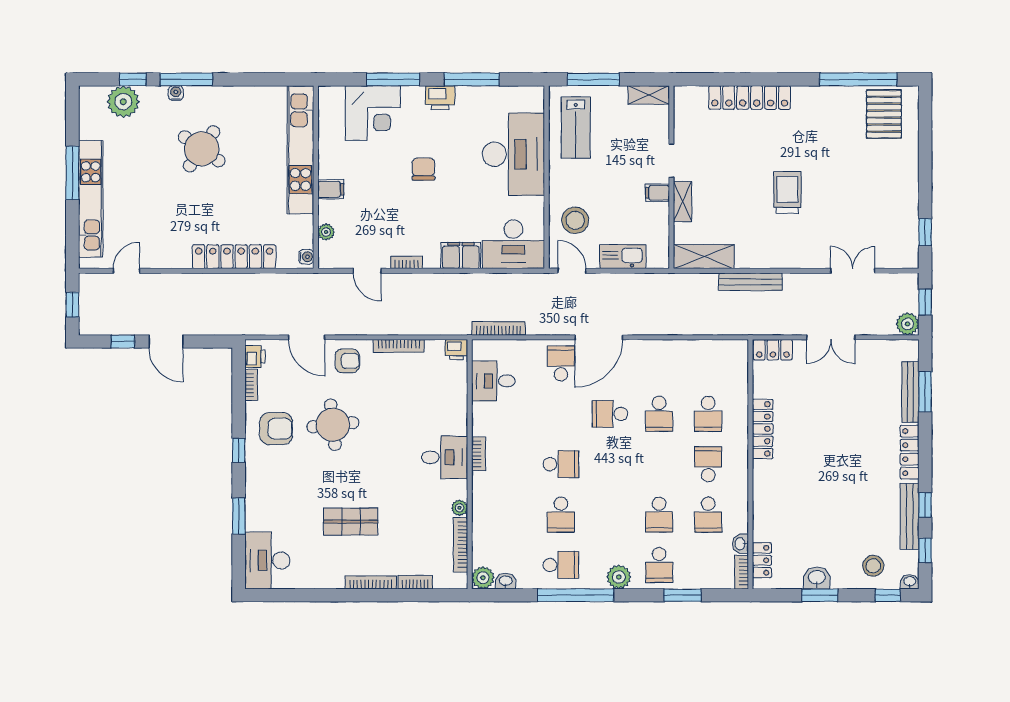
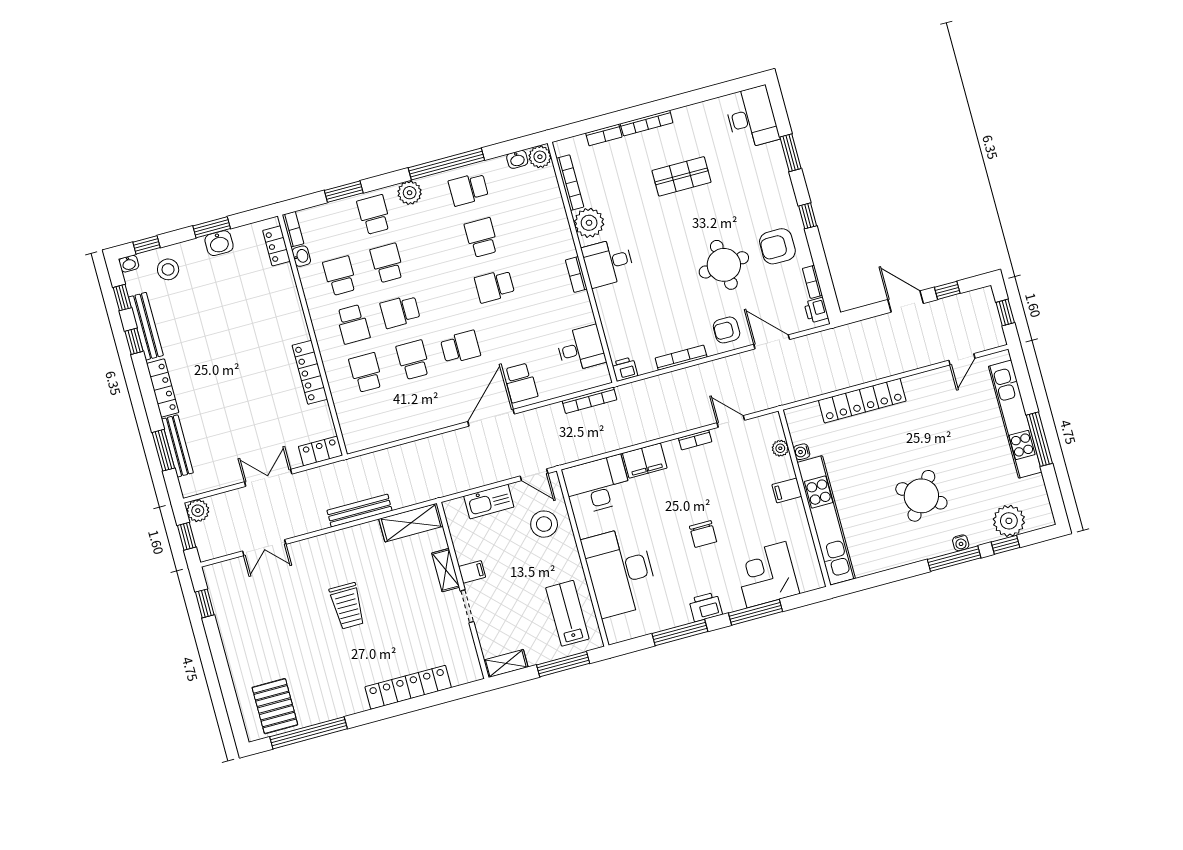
water cooler: (306, 257) -> (802, 452), moved
school desk: (659, 464) -> (400, 311), added
plant: (460, 508) -> (589, 223), width x1.88, depth x1.88

